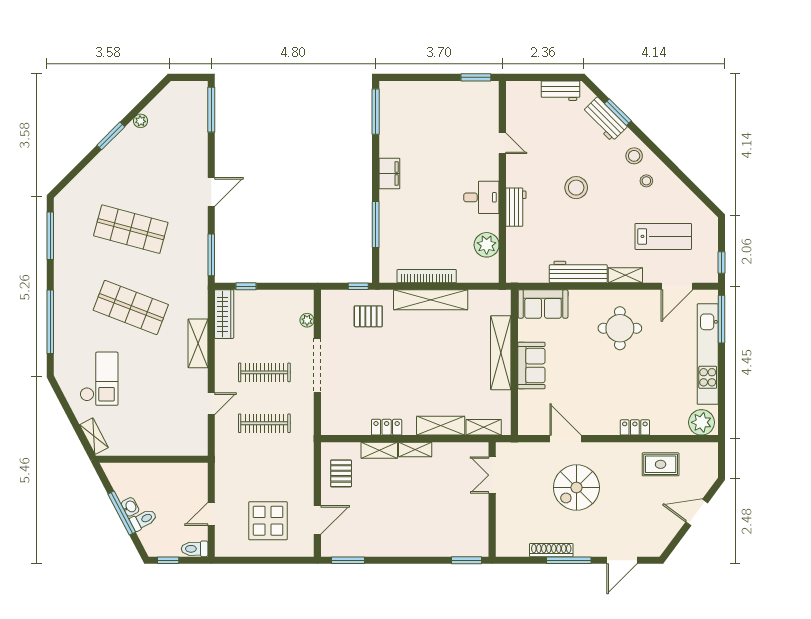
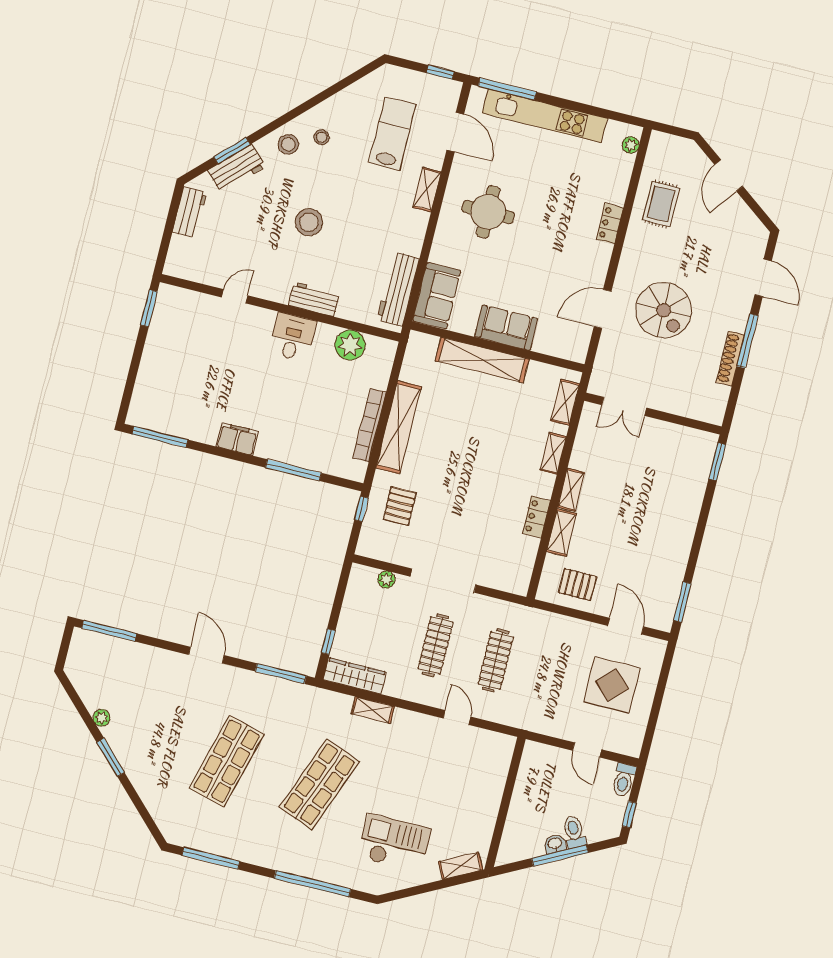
workbench: (578, 272) -> (398, 289), moved
shelving: (198, 343) -> (373, 710), width x0.67, depth x0.75
plant: (701, 422) -> (631, 145), width x0.53, depth x0.53
shelving: (441, 426) -> (553, 453), width x0.67, depth x0.75

